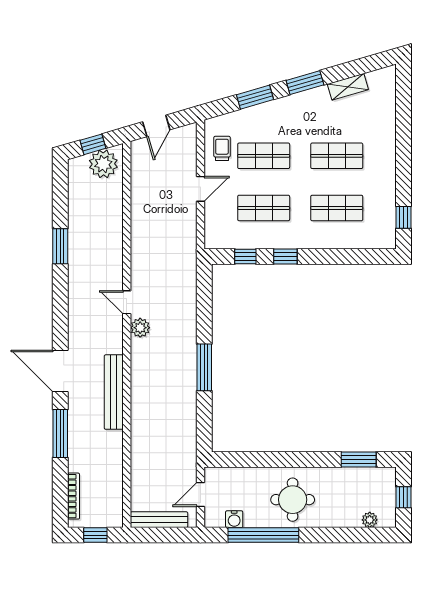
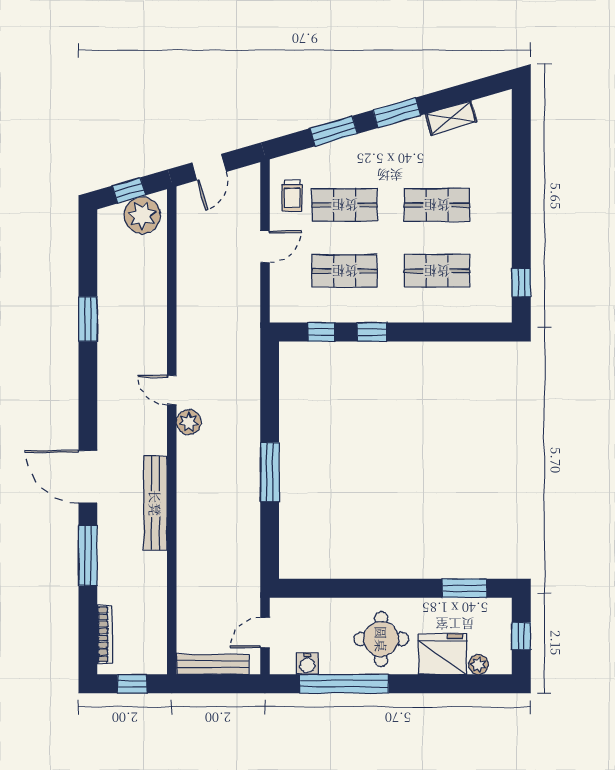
trolley: (222, 148) -> (292, 196), turned 180
fridge: (341, 512) -> (442, 654), added

